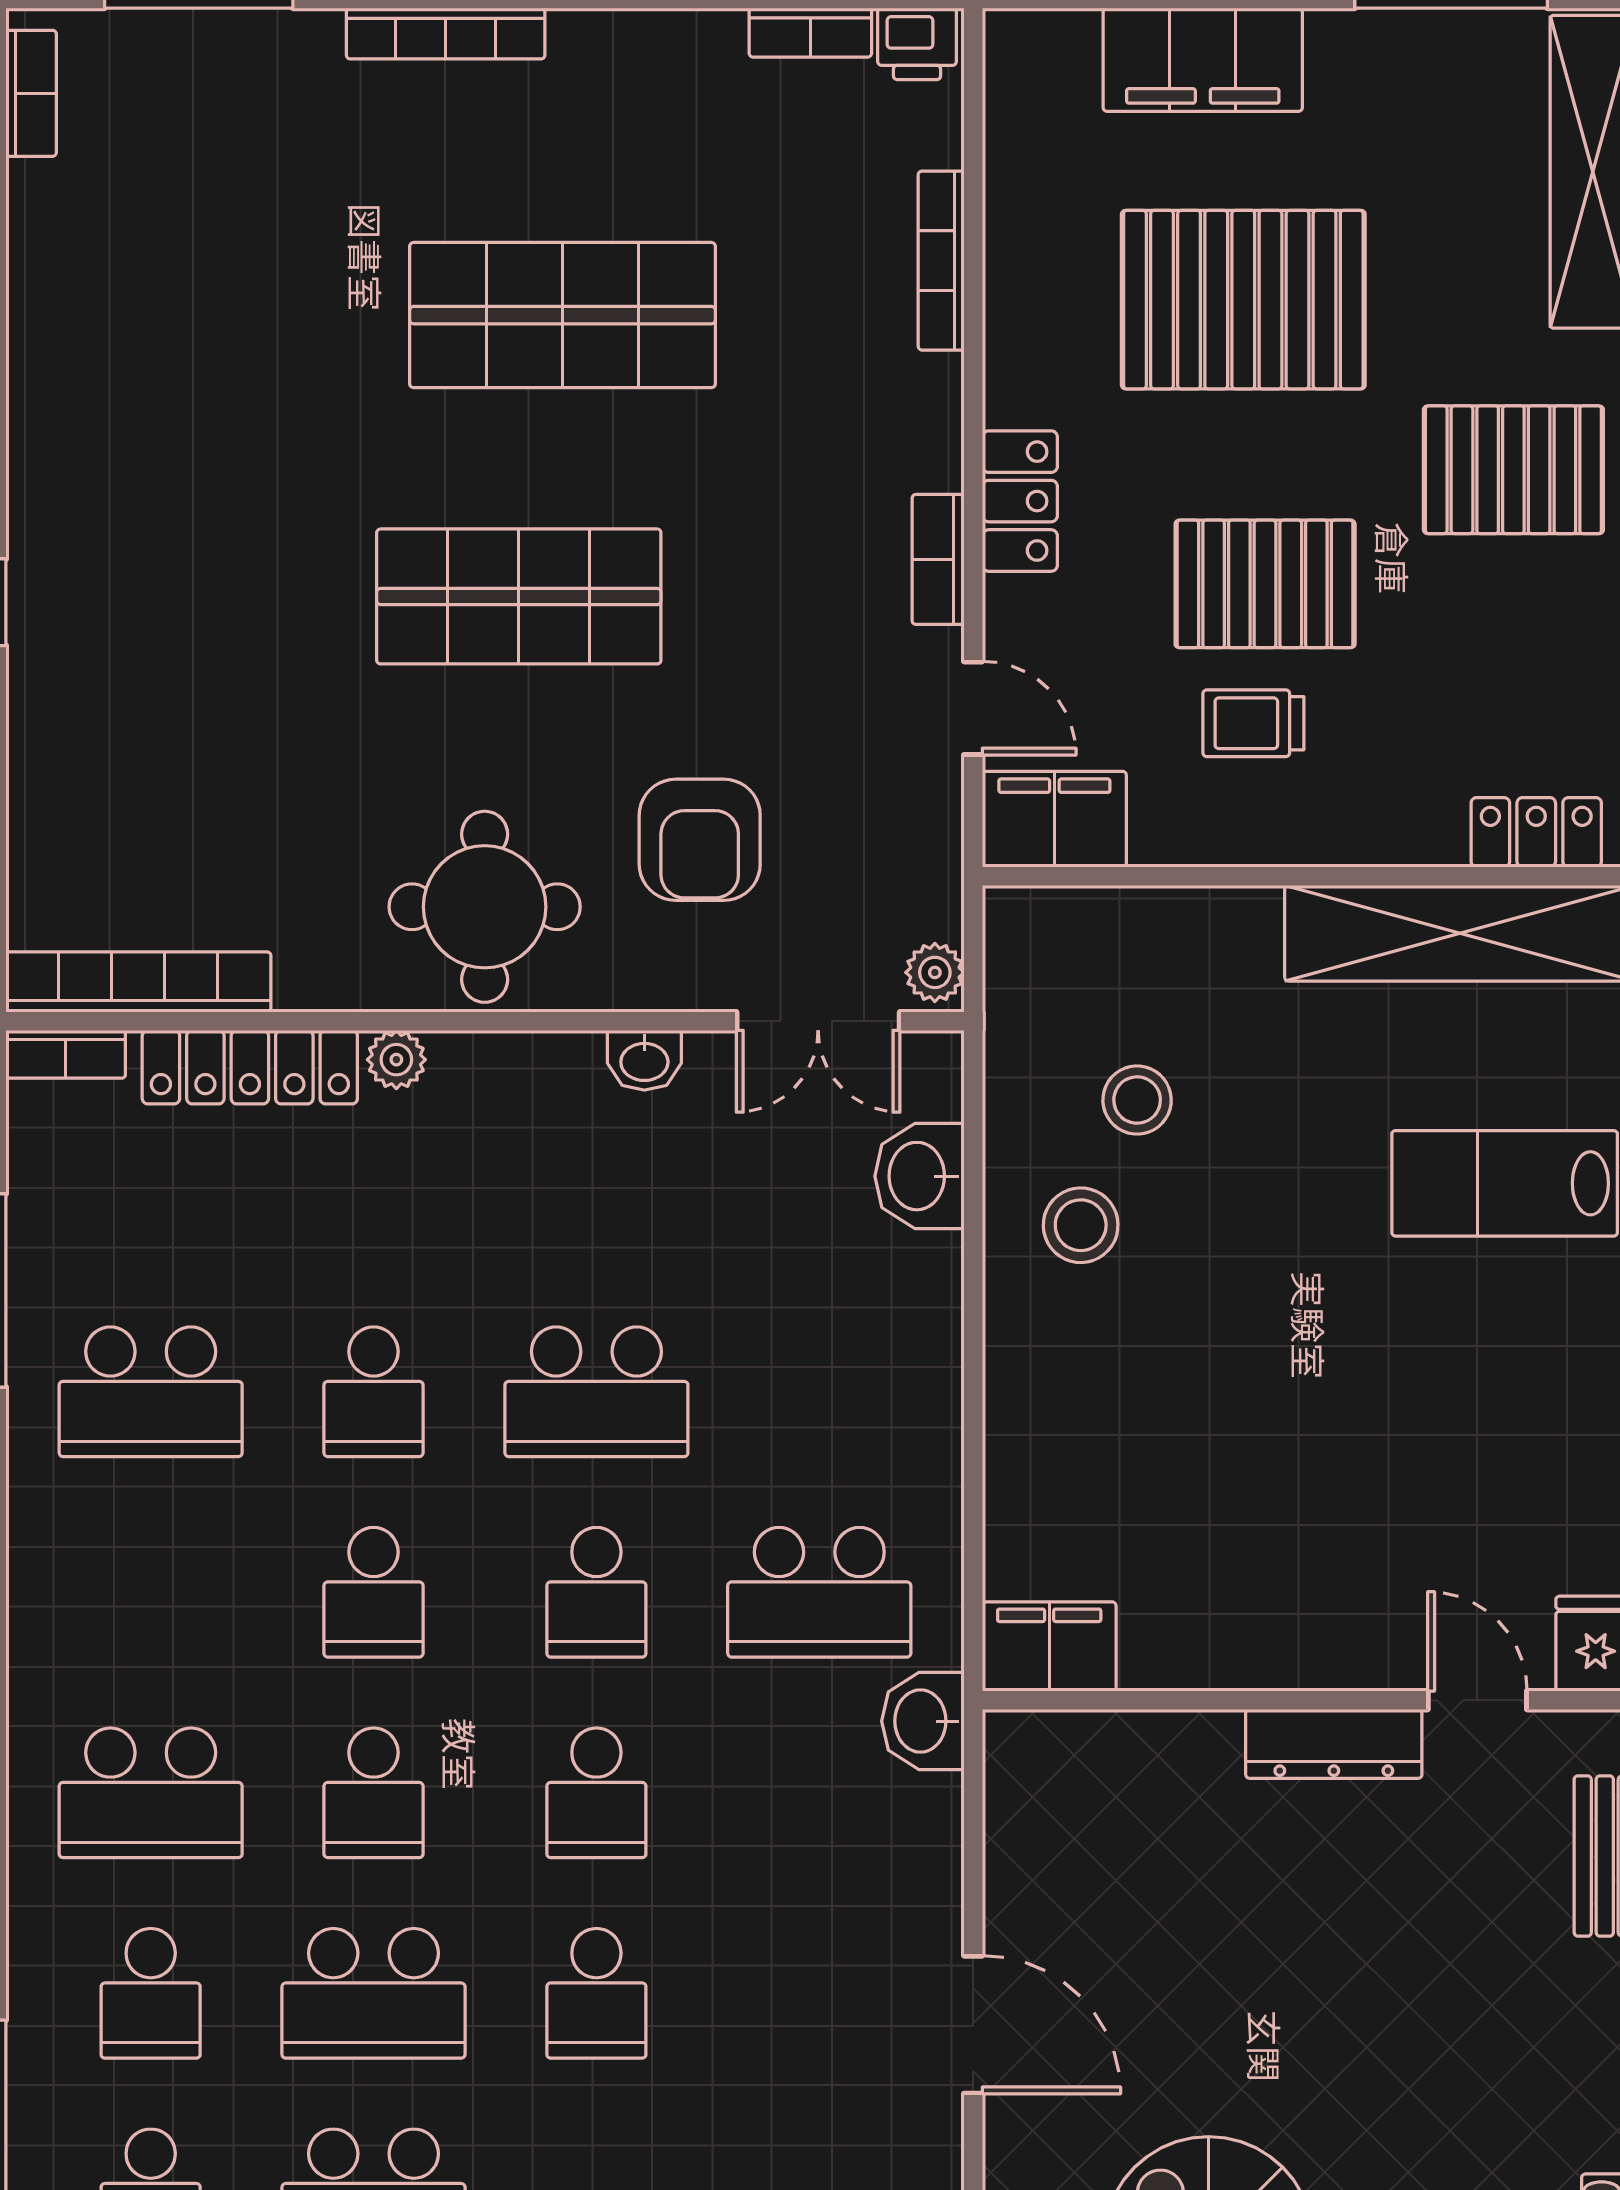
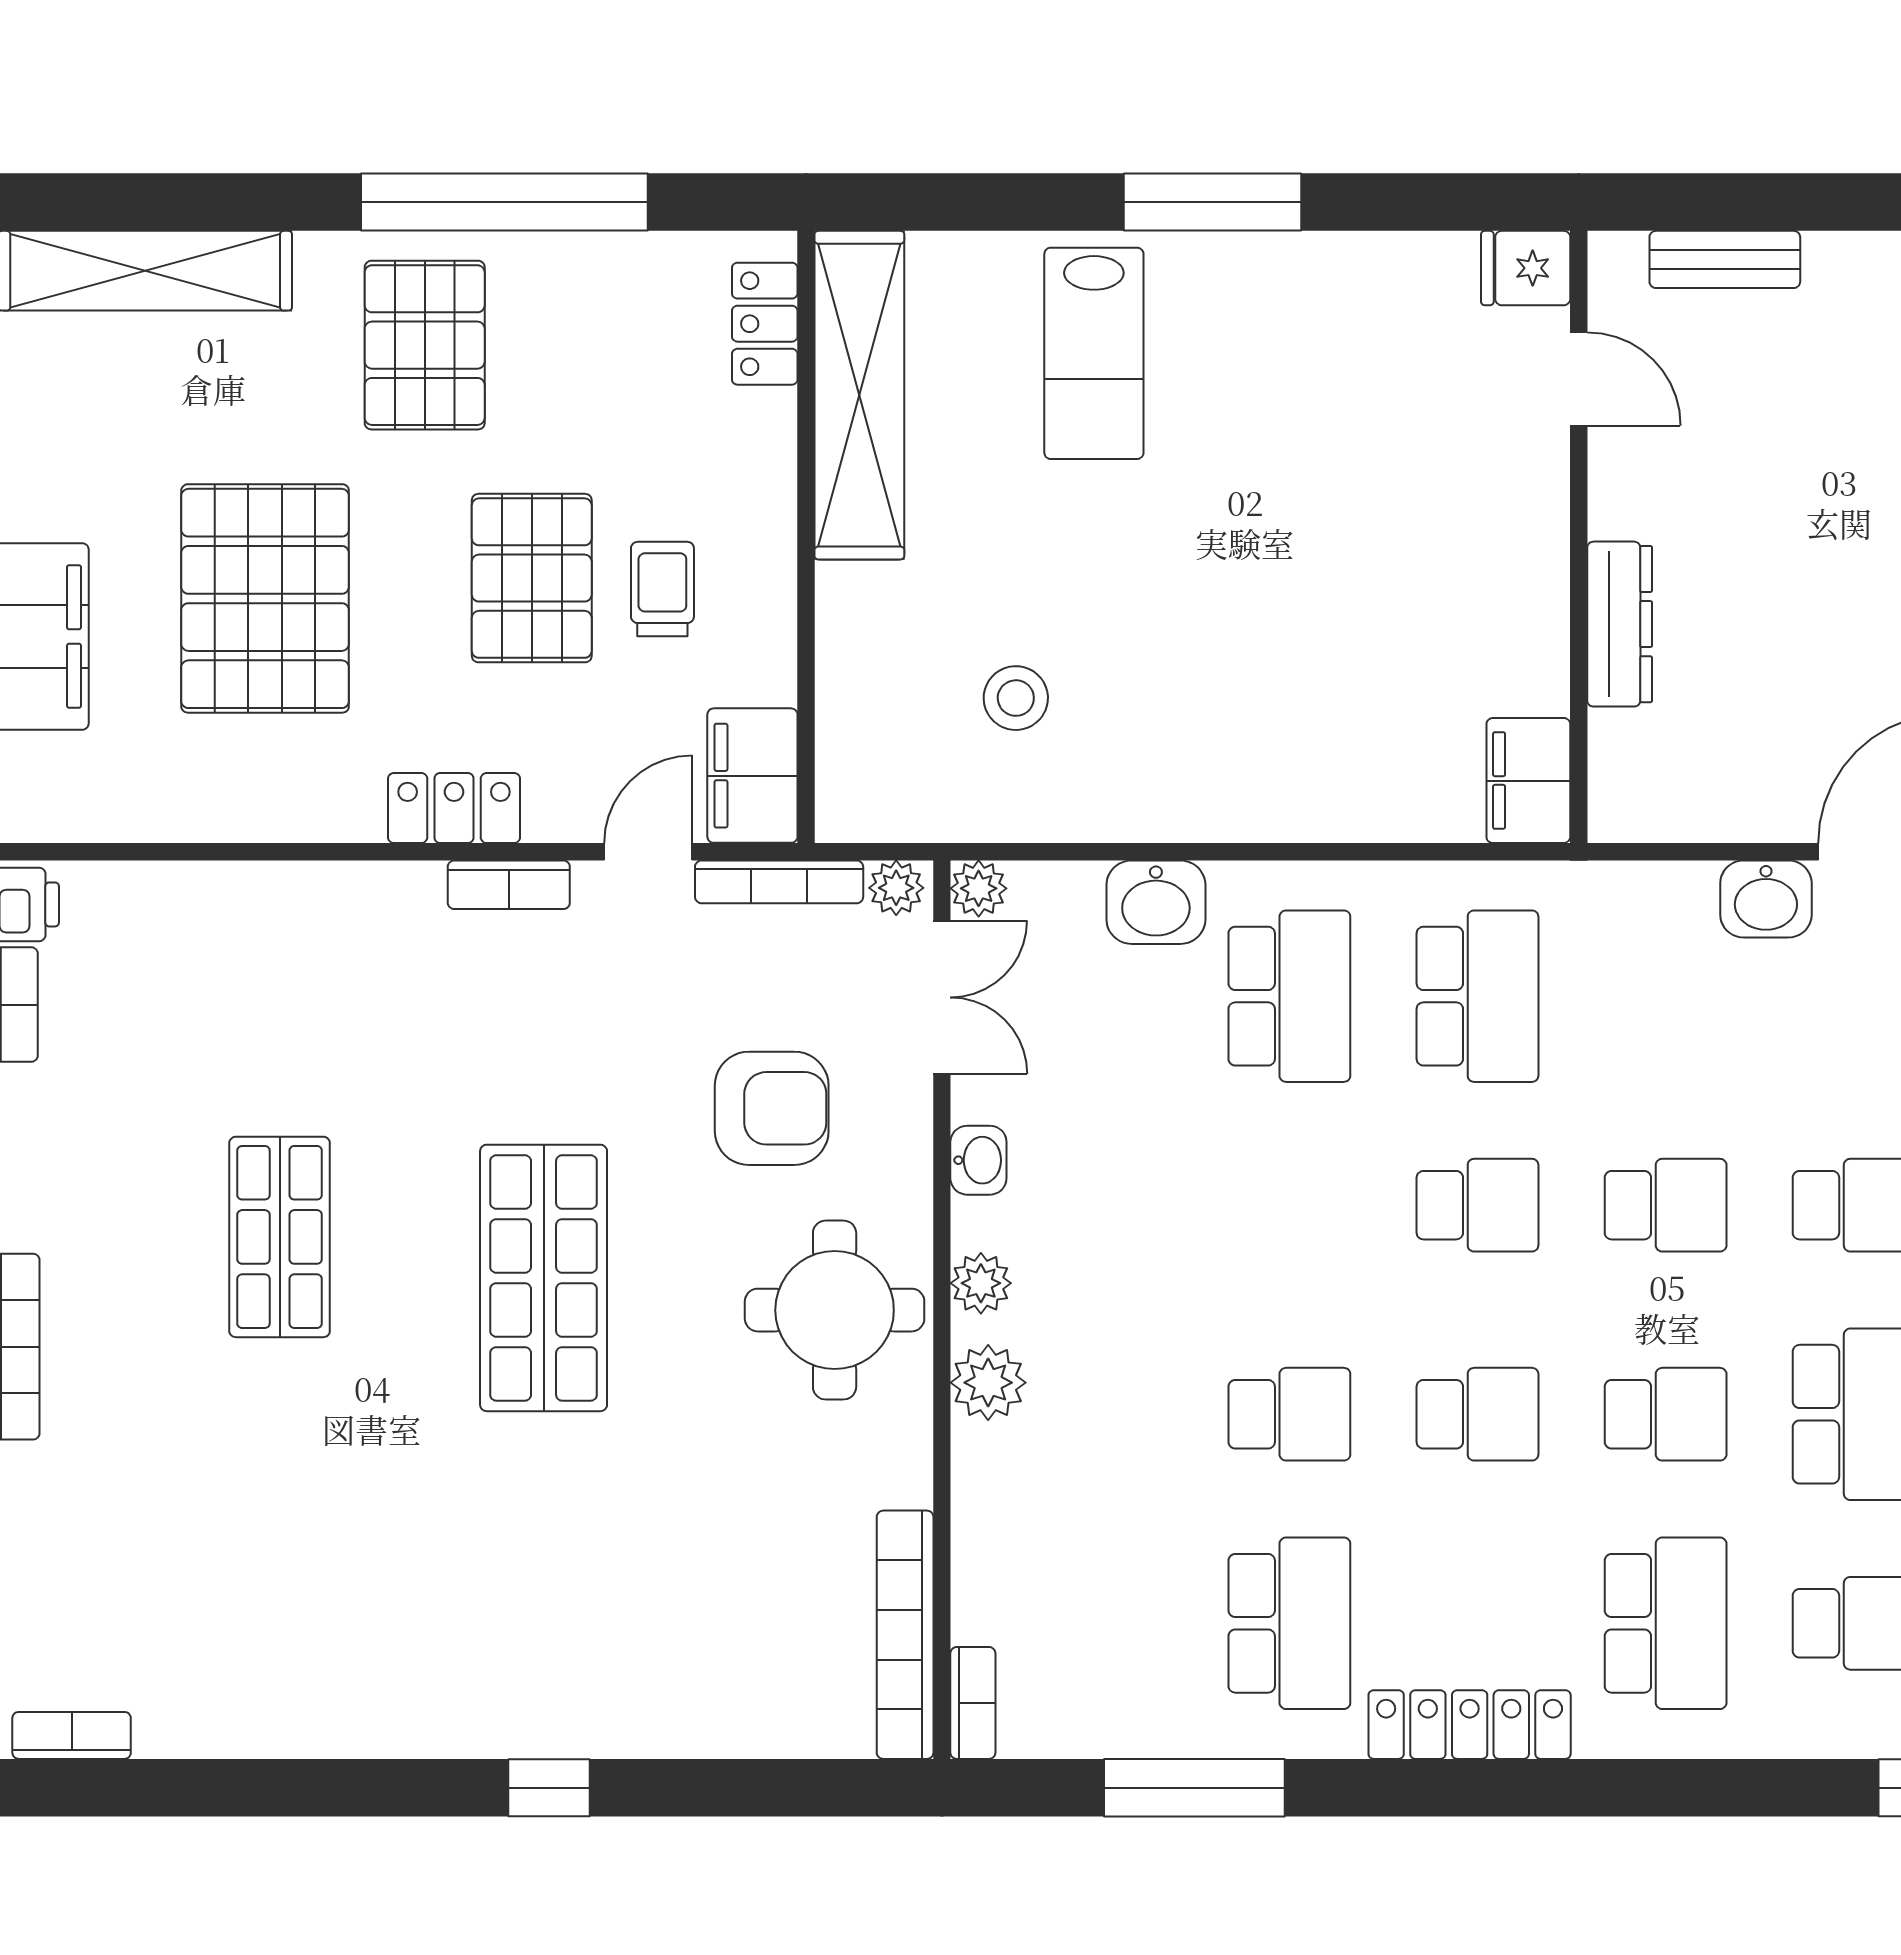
bookcase: (941, 261) -> (779, 882), moved
shop shelf: (563, 315) -> (280, 1237), width x0.70, depth x0.74
trolley: (1253, 723) -> (662, 589), turned 180
plant: (396, 1060) -> (988, 1383), width x1.38, depth x1.38
plant: (934, 1060) -> (979, 888), added
plant: (513, 1063) -> (981, 1283), added
locker: (250, 1067) -> (1470, 1725), moved, turned -90
washbasin: (919, 1176) -> (1156, 902), moved
stool: (1081, 1225) -> (1133, 751), removed
school desk: (596, 1392) -> (1289, 996), moved
door: (1477, 1700) -> (1579, 379), swing flipped
washbasin: (923, 1721) -> (1766, 899), moved
dresser: (1334, 1744) -> (1620, 624), moved

